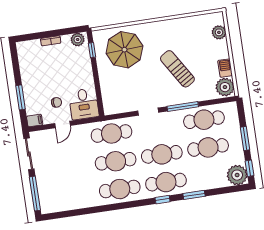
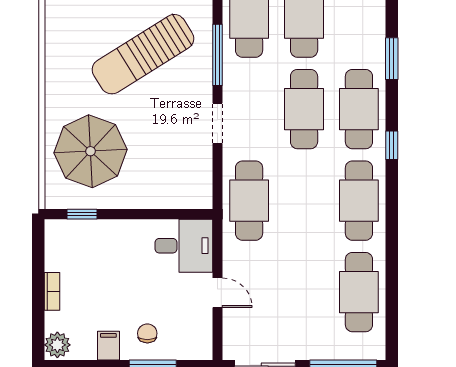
plant: (78, 40) -> (57, 345), moved
sun lounger: (177, 69) -> (143, 54), width x1.36, depth x1.34
chair: (57, 102) -> (147, 333), moved
filing cabinet: (35, 120) -> (108, 346), moved
cafe table: (116, 161) -> (359, 292), moved
window: (163, 200) -> (392, 145), moved

